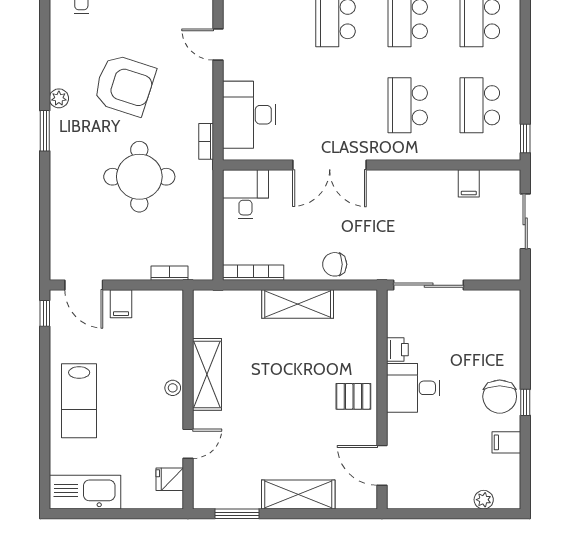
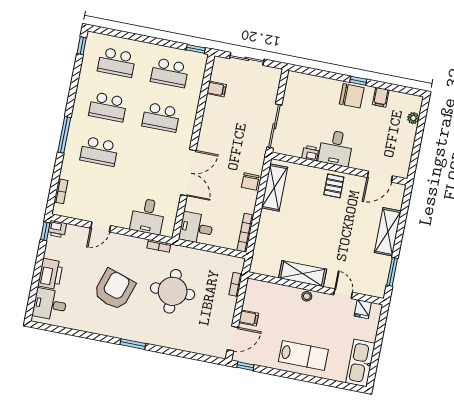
plant: (59, 98) -> (115, 331), removed
desk: (249, 115) -> (148, 216), width x0.73
shelving: (298, 304) -> (274, 188), moved

